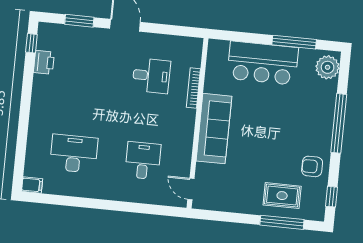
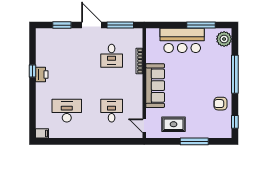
window: (170, 30) -> (120, 25), added
window: (31, 43) -> (33, 71), moved
printer: (44, 62) -> (42, 75), moved
desk: (151, 76) -> (112, 56), turned 90
rug: (282, 196) -> (174, 124), moved
window: (282, 222) -> (194, 141), moved

